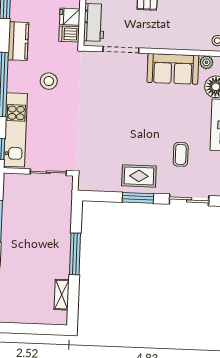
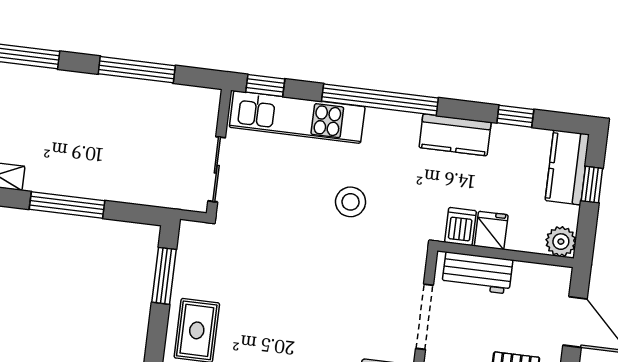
stool: (49, 81) -> (351, 202), moved
window: (138, 198) -> (164, 276), moved

